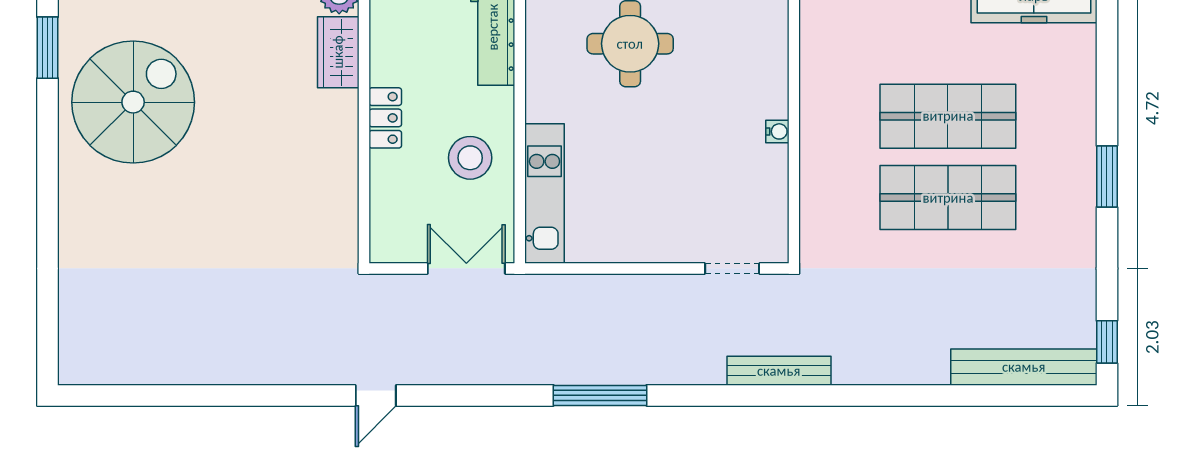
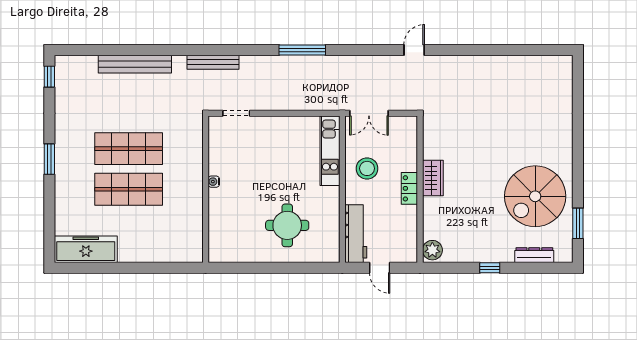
wardrobe: (338, 52) -> (433, 178), moved
bench: (1024, 367) -> (135, 64), moved

